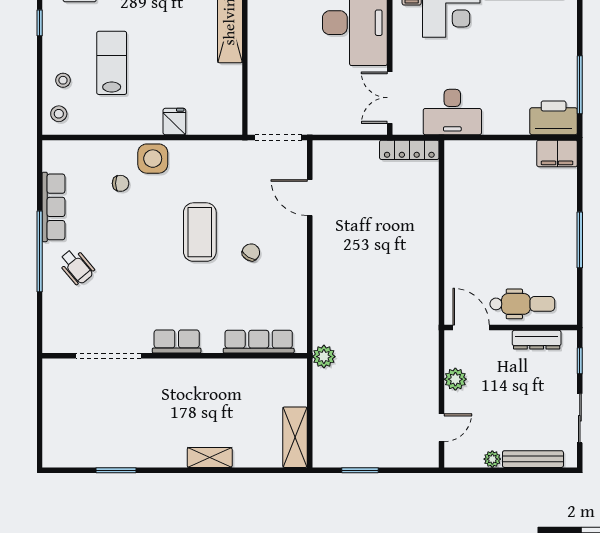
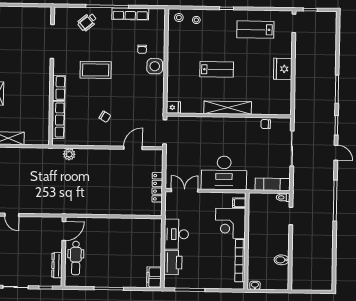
lab bench: (112, 63) -> (217, 69), moved
desk: (452, 112) -> (176, 234), moved
printer: (554, 118) -> (173, 263), moved
fridge: (174, 122) -> (173, 107), moved
locker: (409, 150) -> (157, 187), moved
coffee table: (200, 232) -> (96, 70), moved
wheelchair: (77, 267) -> (87, 22), moved
row of seats: (177, 341) -> (59, 88), moved
plant: (324, 357) -> (69, 154), moved
plant: (455, 379) -> (37, 222), removed

